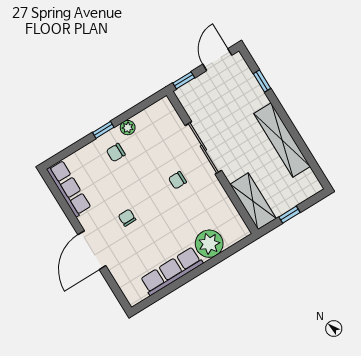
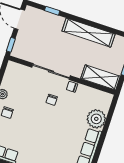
chair: (127, 218) -> (72, 87), moved

